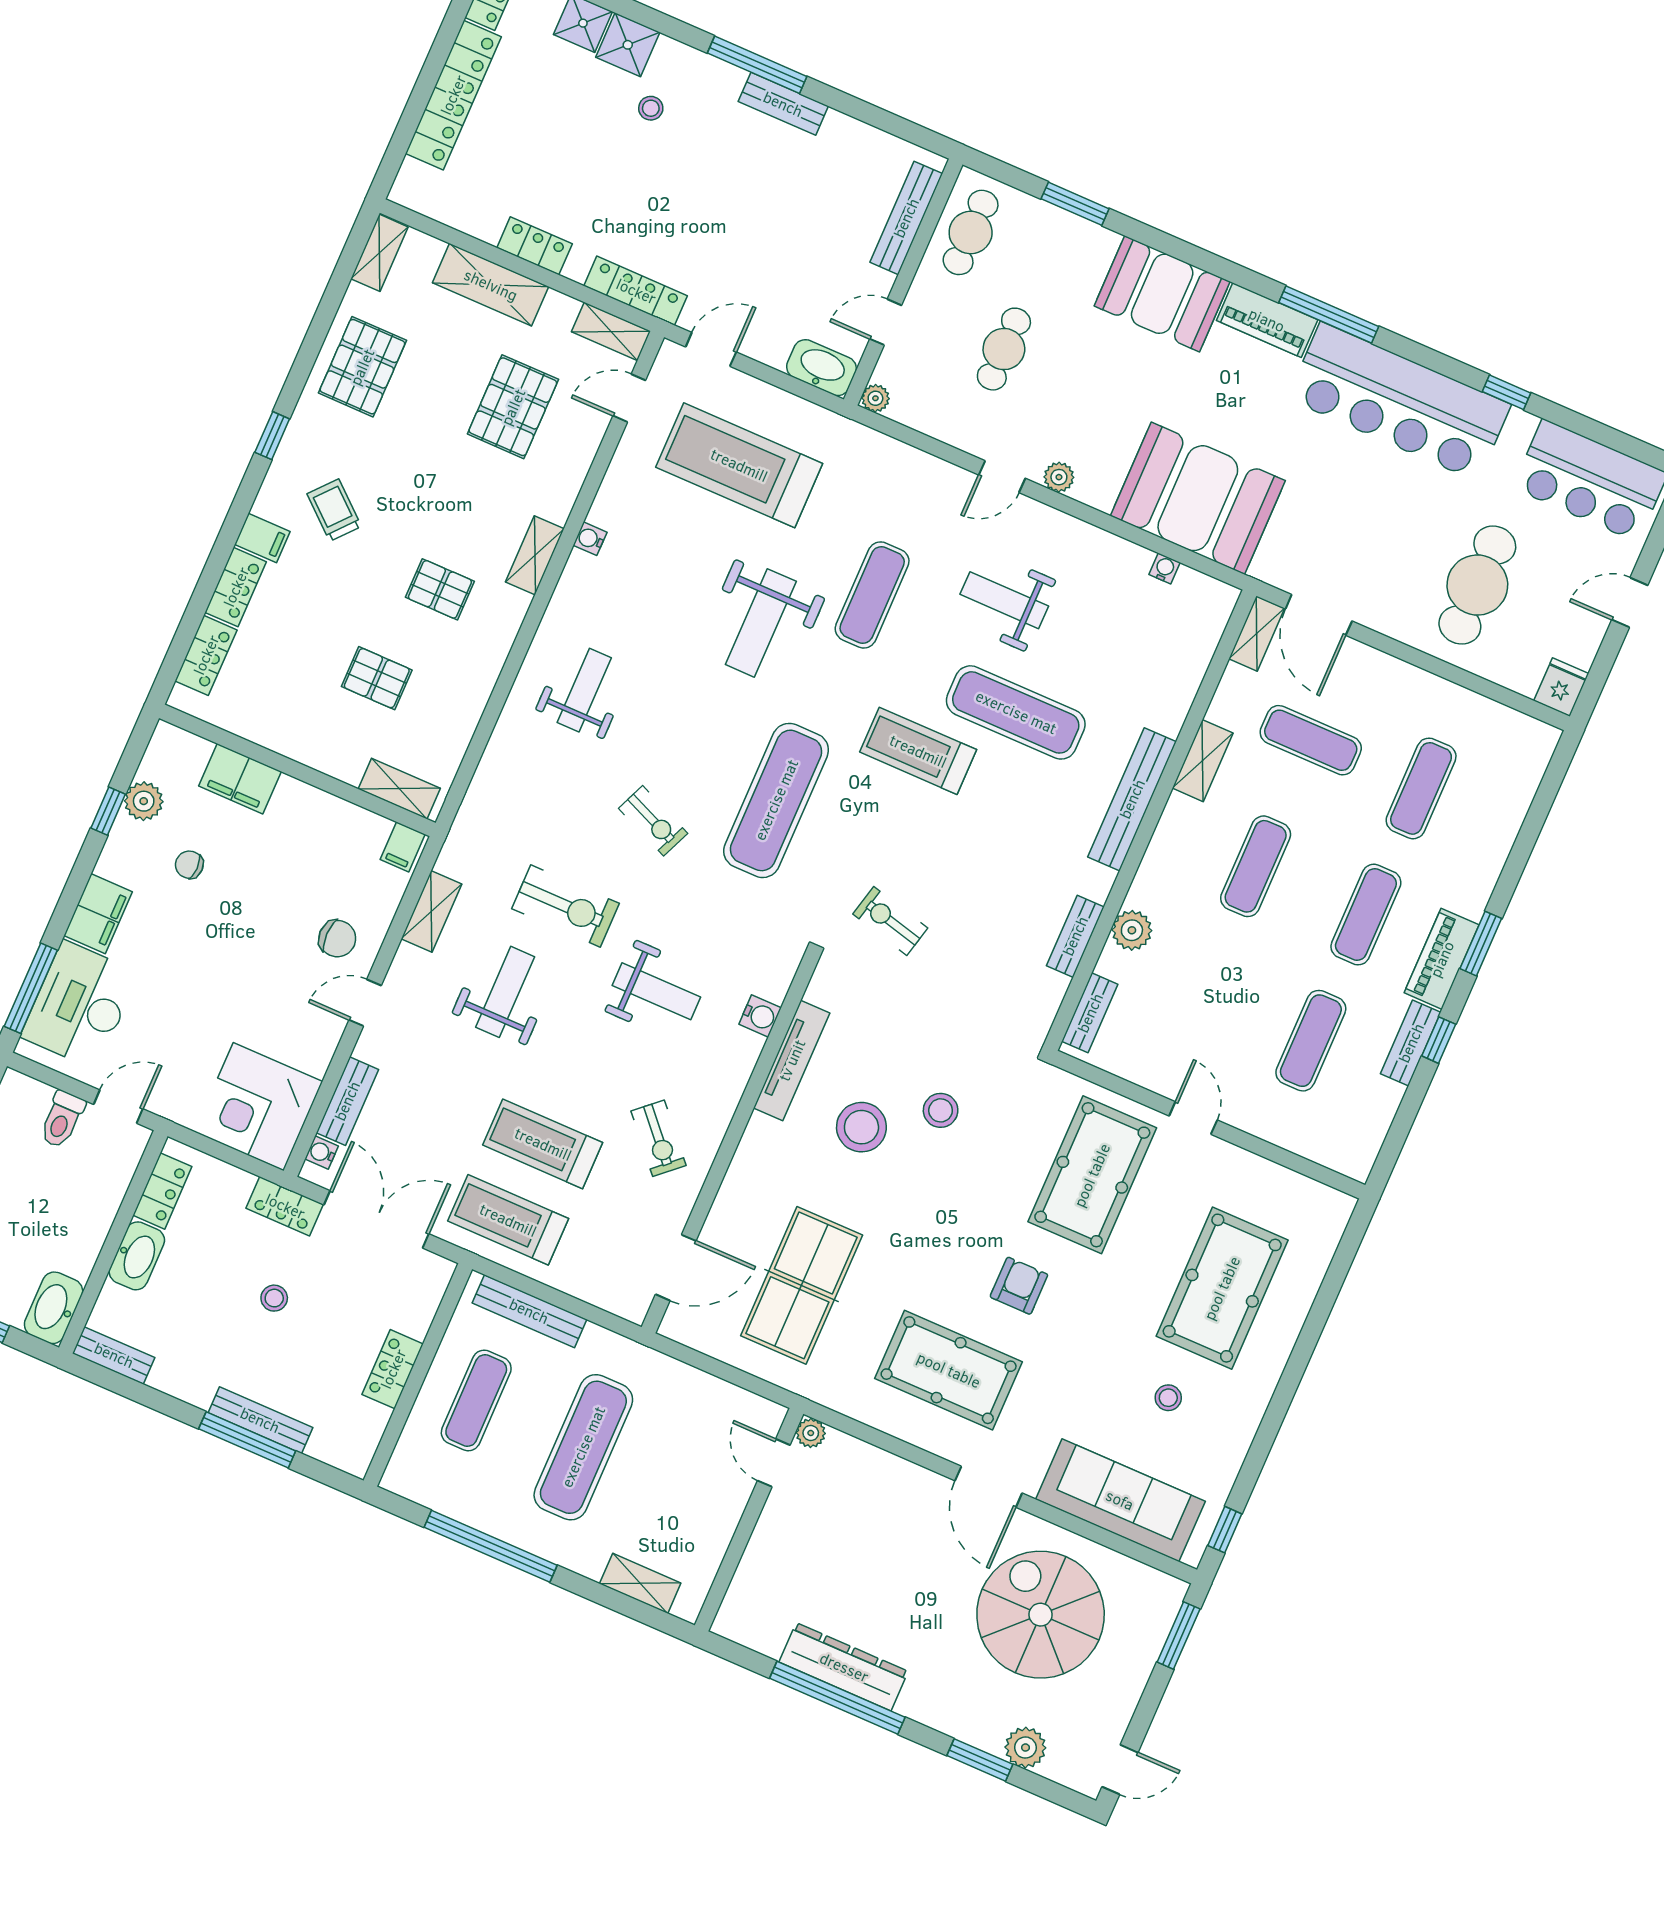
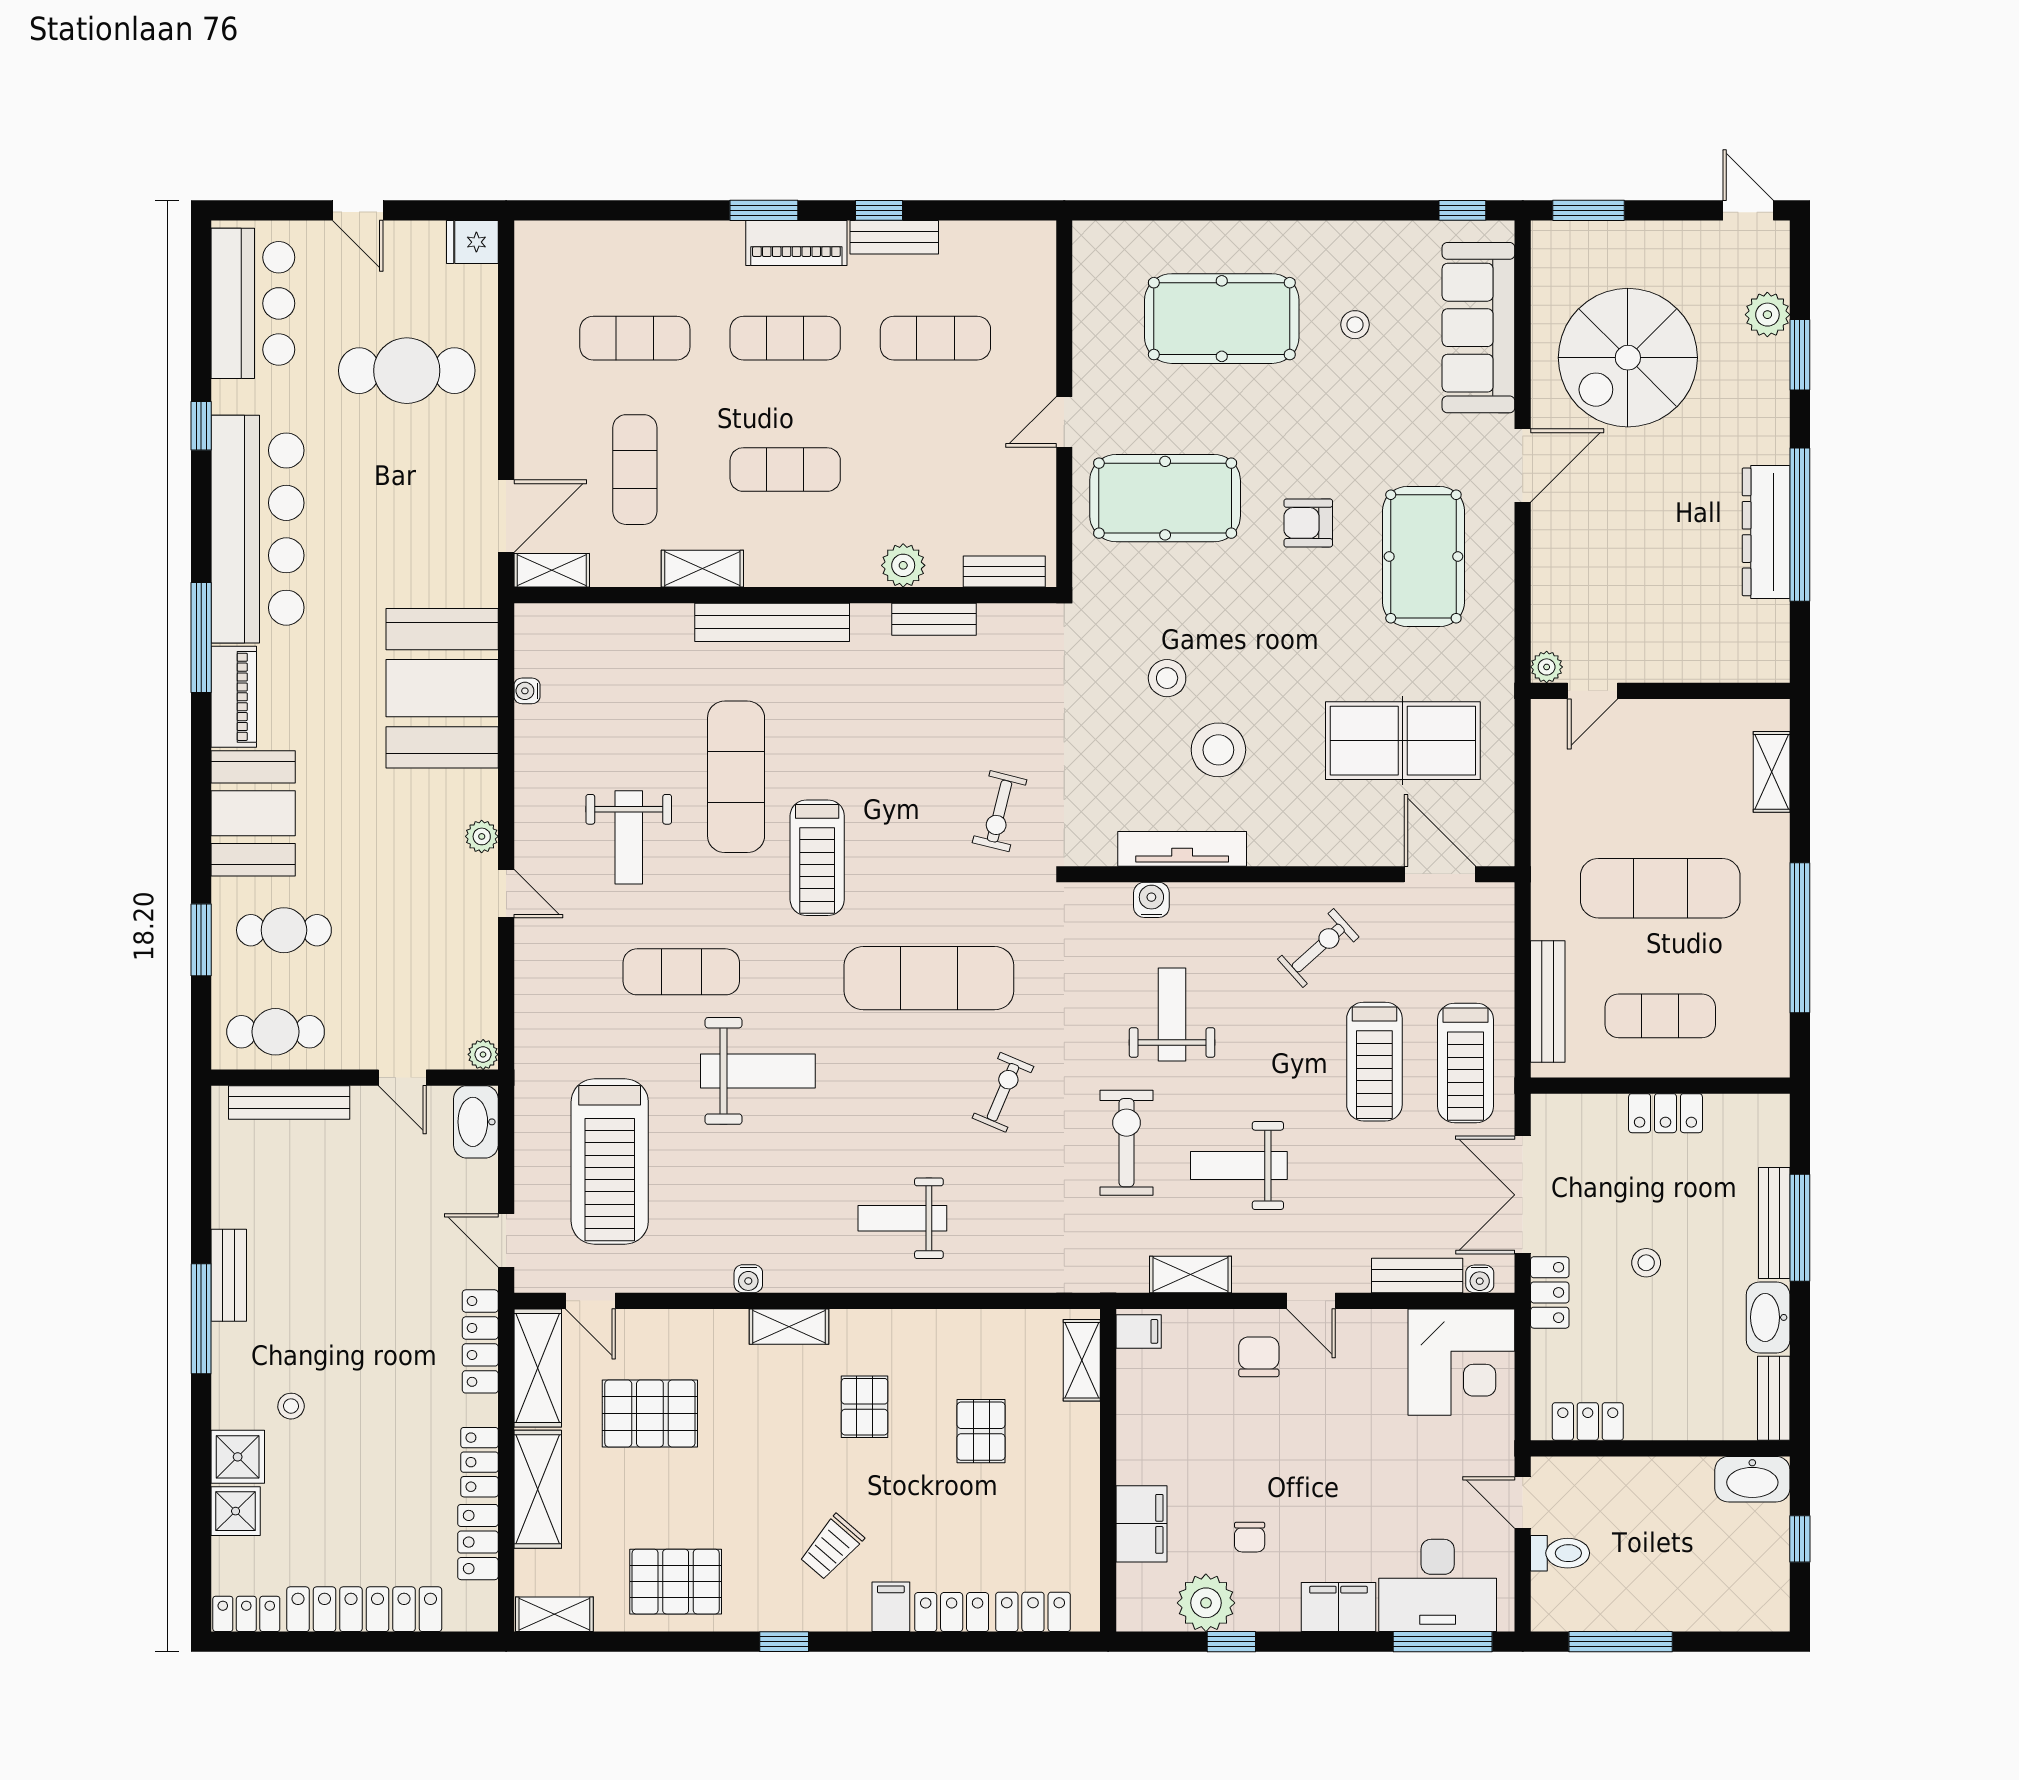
locker: (468, 215) -> (478, 1542), added
shelving: (611, 331) -> (538, 1368), width x1.50, depth x1.33
cafe table: (1004, 349) -> (284, 930), moved
plant: (144, 801) -> (1206, 1603), width x1.36, depth x1.36
washbasin: (137, 1256) -> (1768, 1317), moved, turned -90

